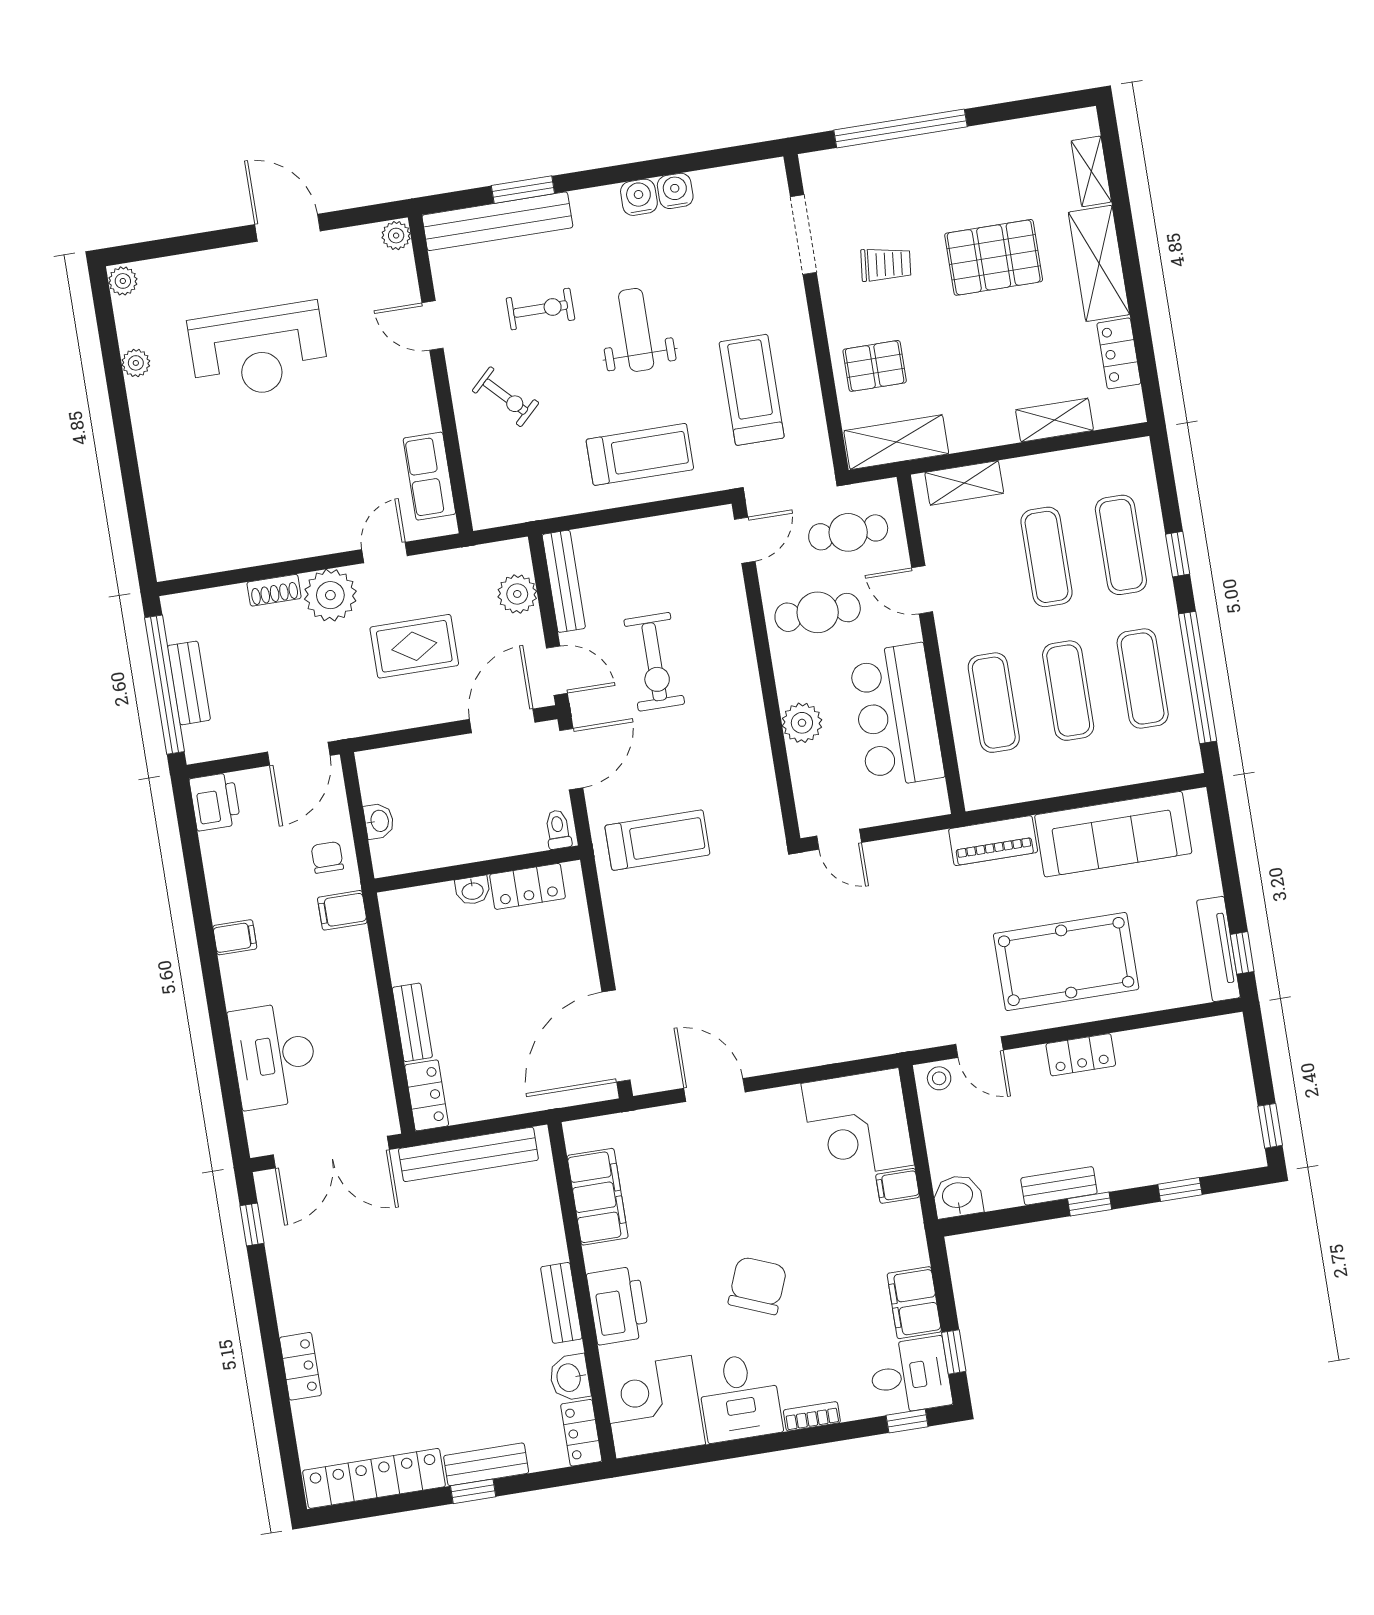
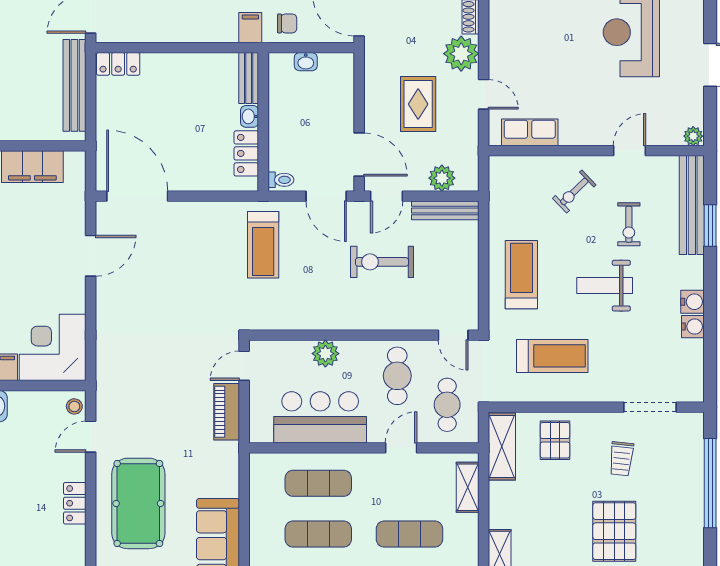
weight bench: (636, 330) -> (605, 286), turned 180
treadmill: (640, 454) -> (521, 275), turned 180
piano: (993, 841) -> (227, 412), moved
bench: (412, 1022) -> (249, 78), moved, turned 90

